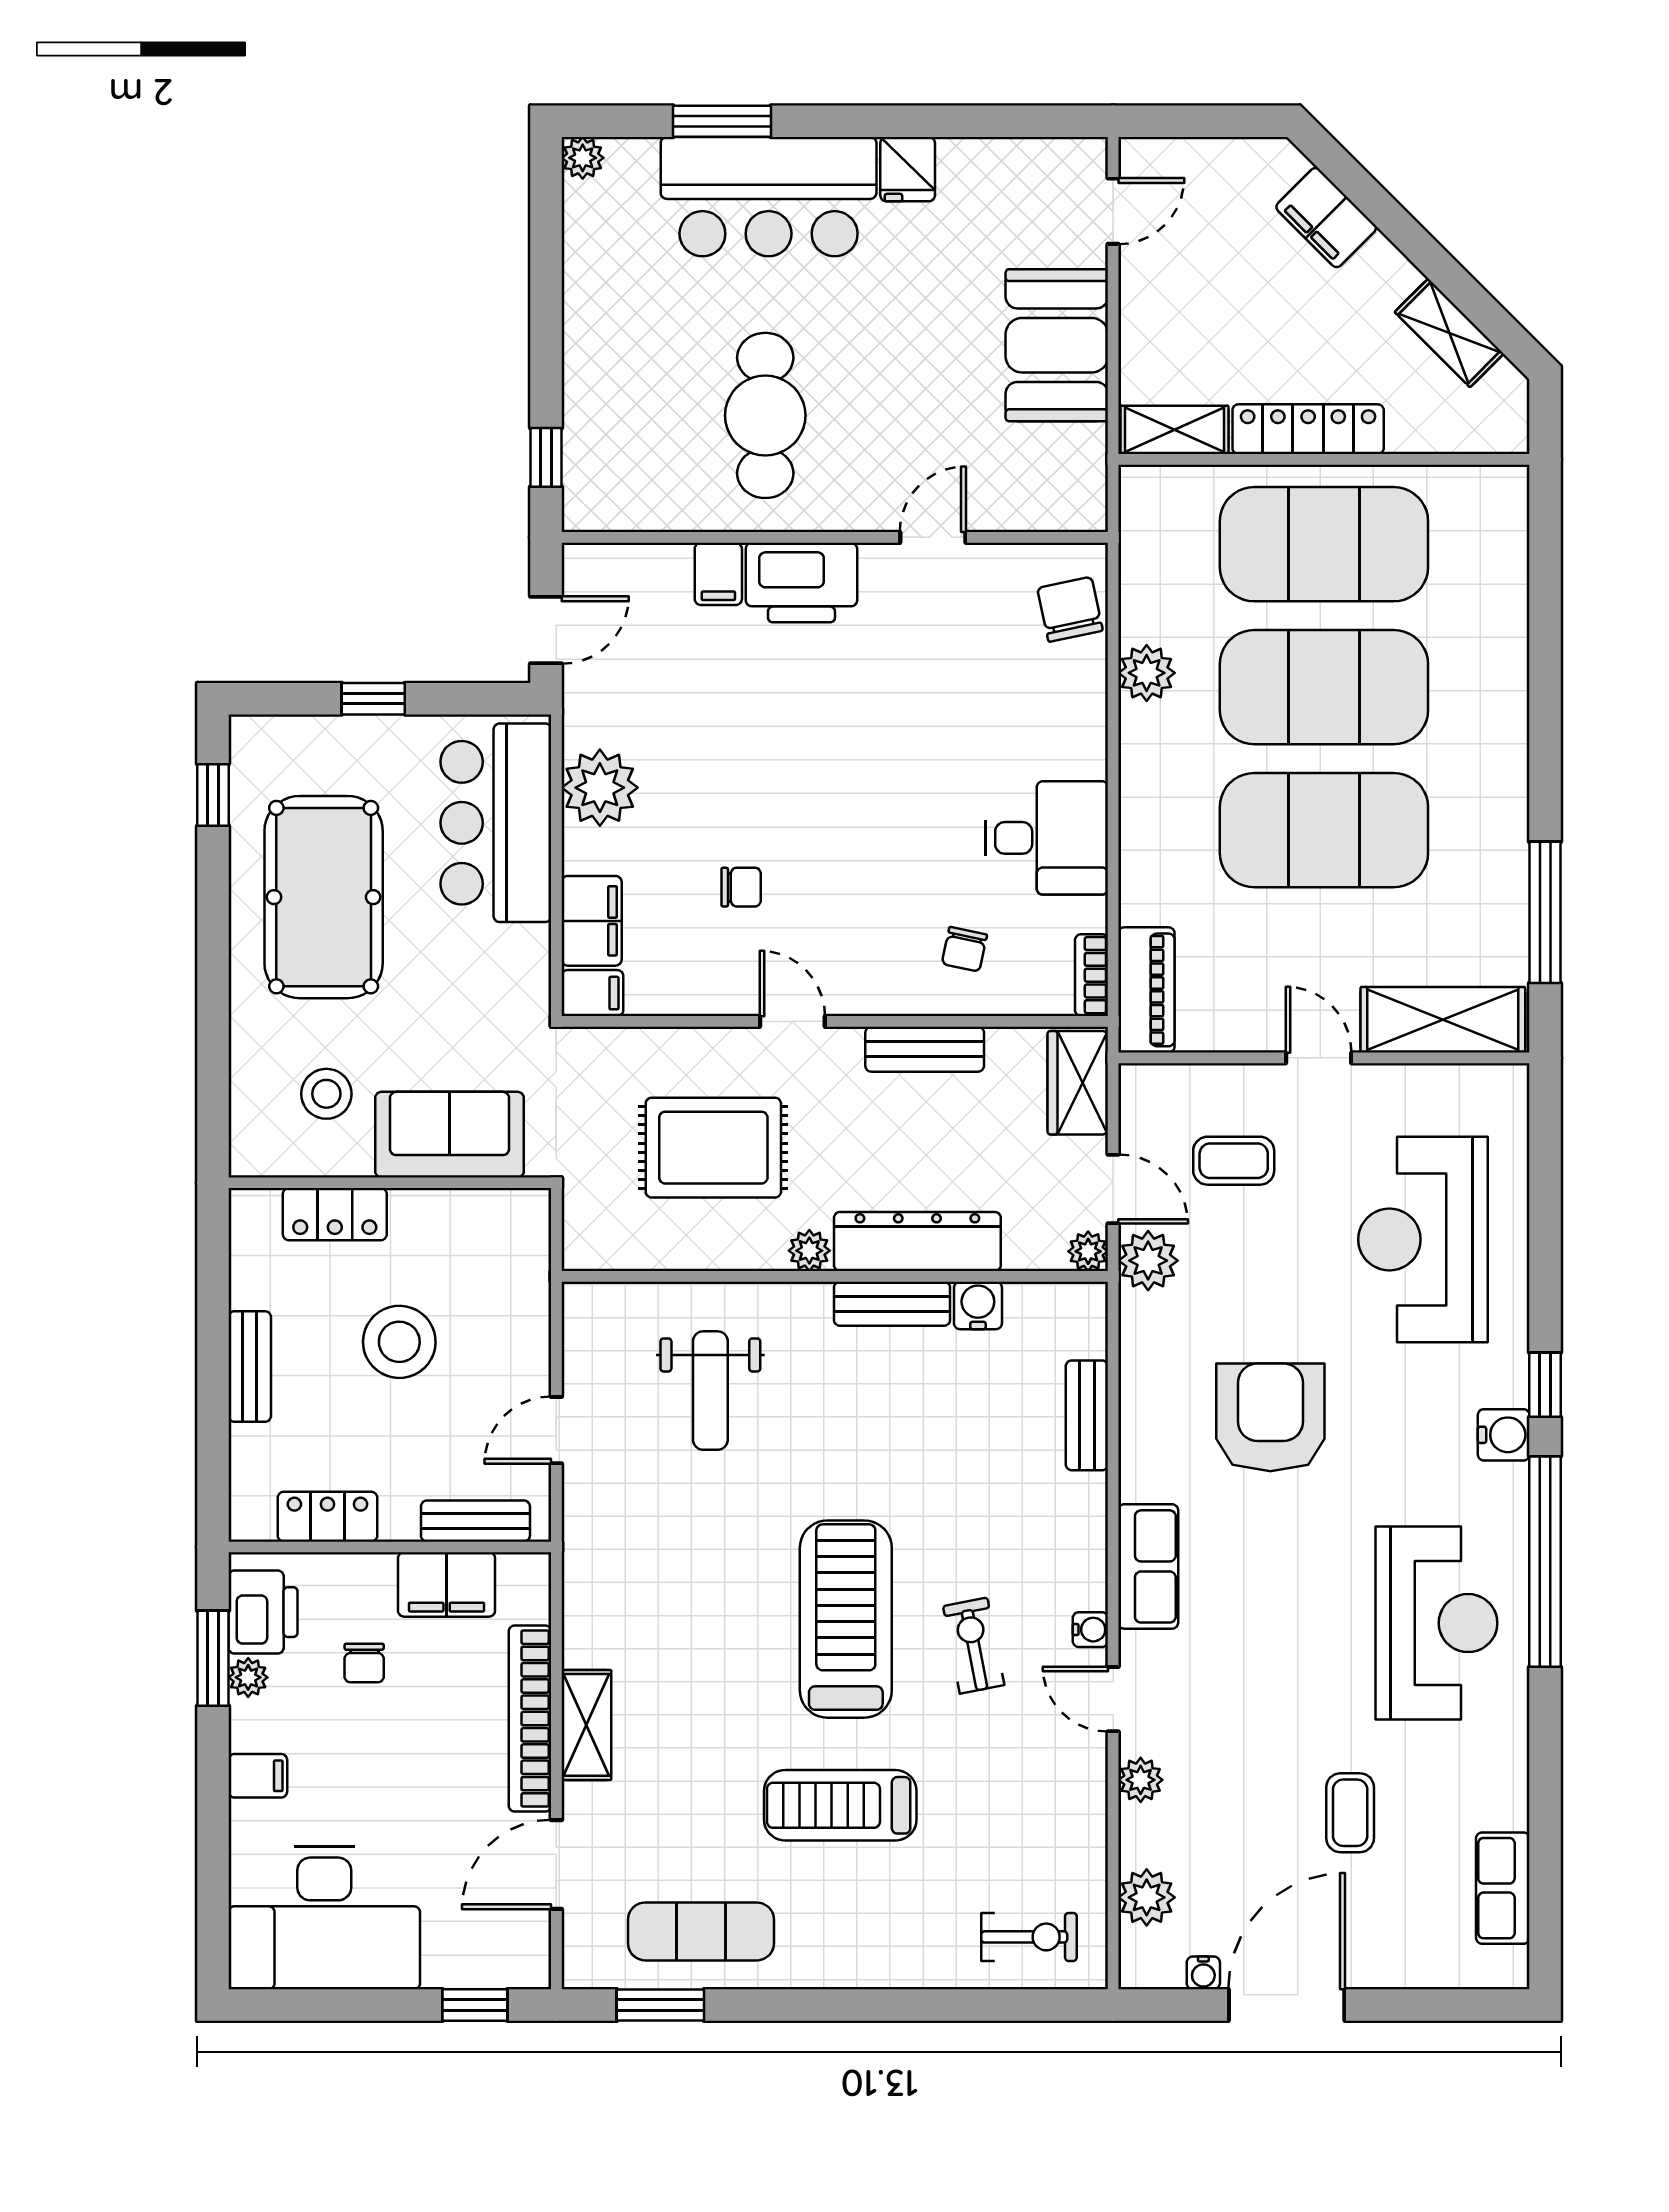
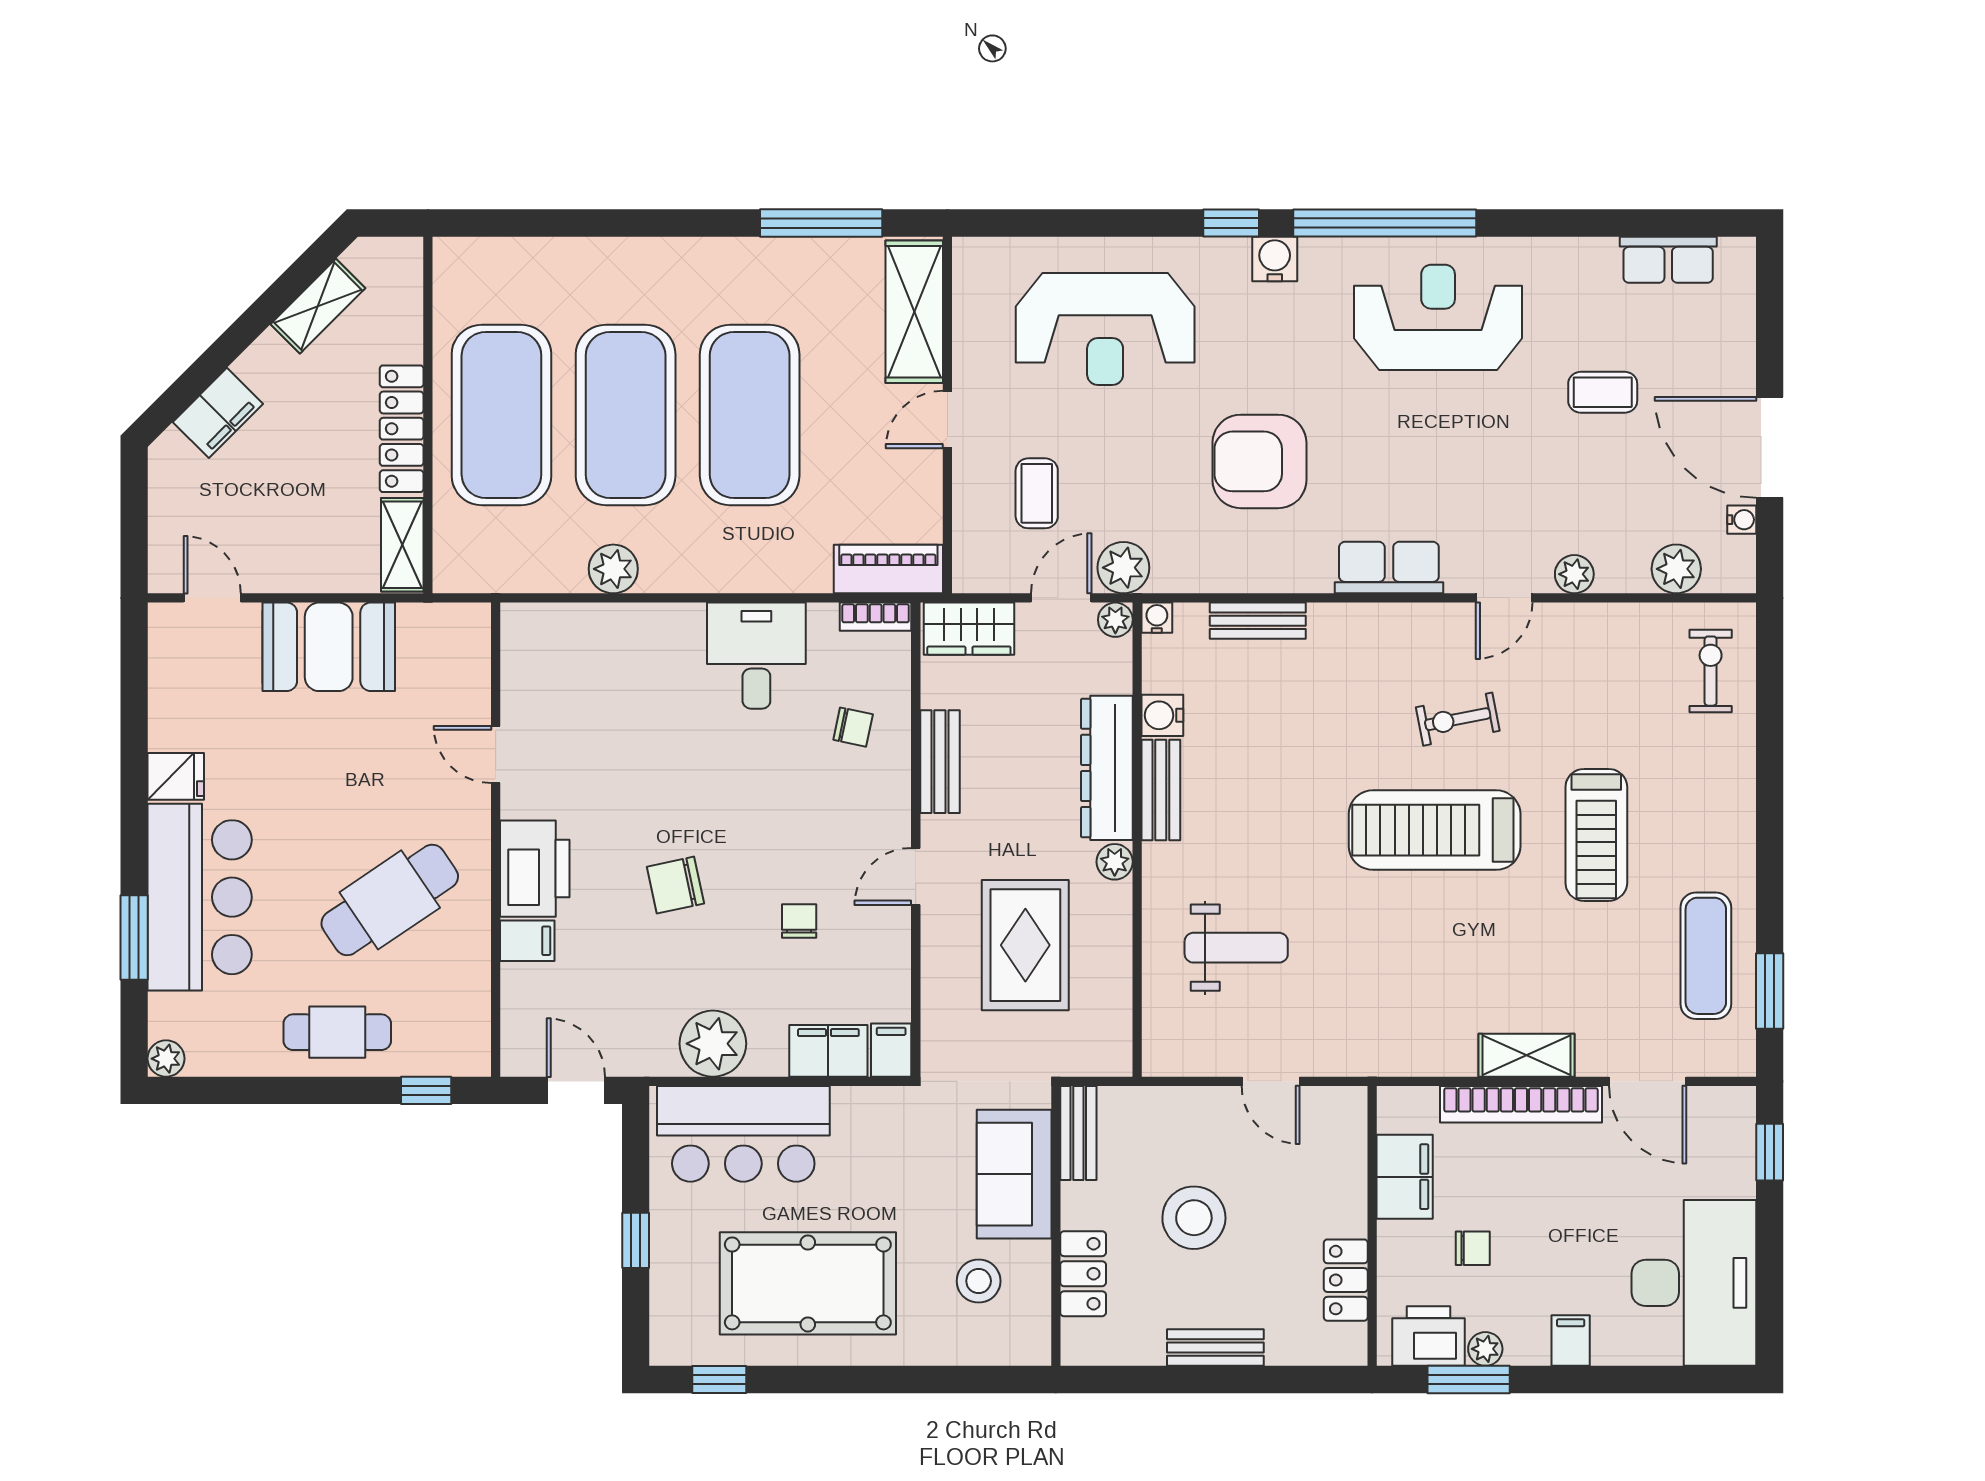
cafe table: (613, 355) -> (337, 1032), added
cafe table: (765, 415) -> (390, 900), turned -34
chair: (1070, 609) -> (675, 885), moved
bench: (475, 1521) -> (1078, 1133), moved
water cooler: (1090, 1630) -> (1157, 618), moved

